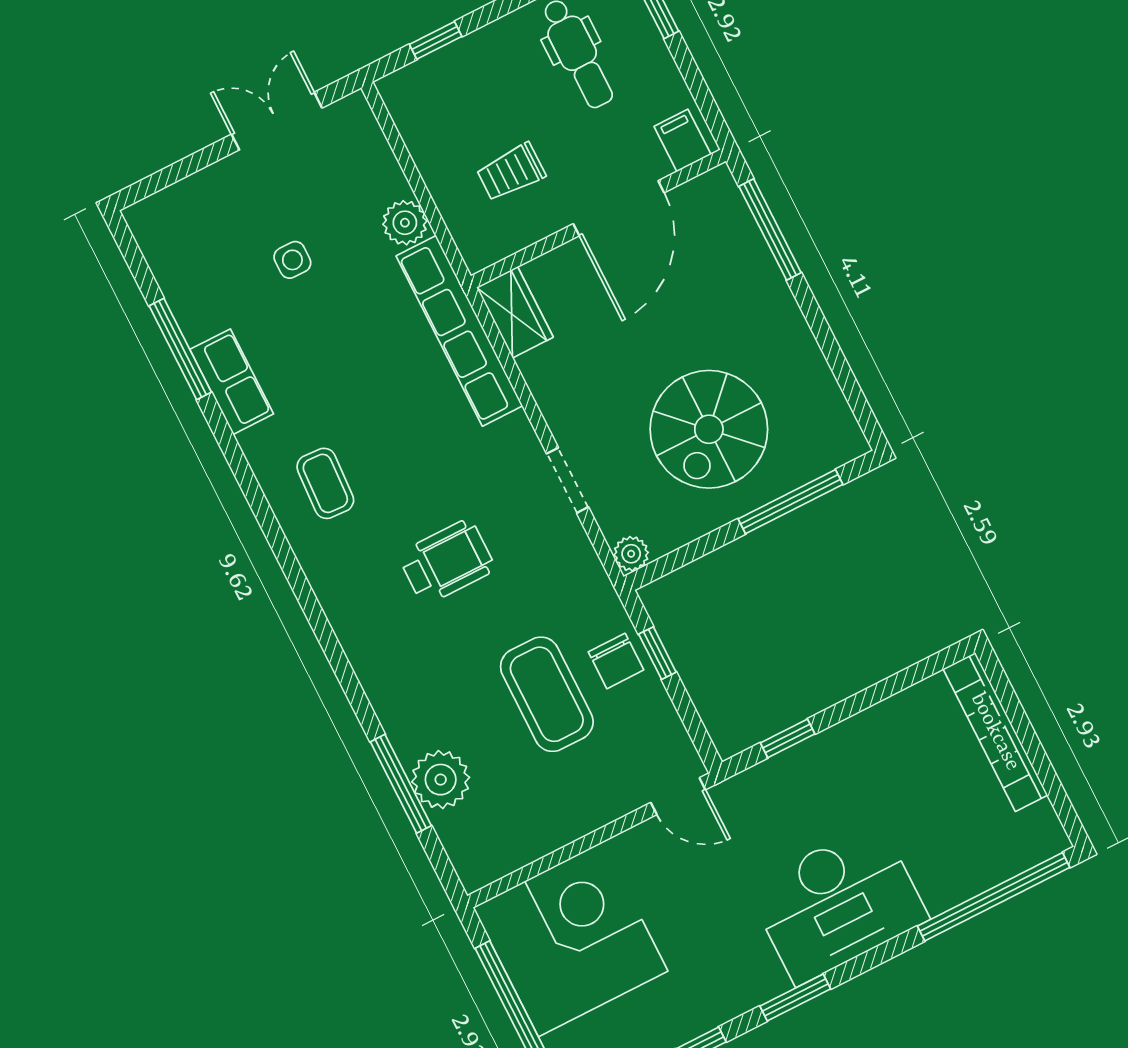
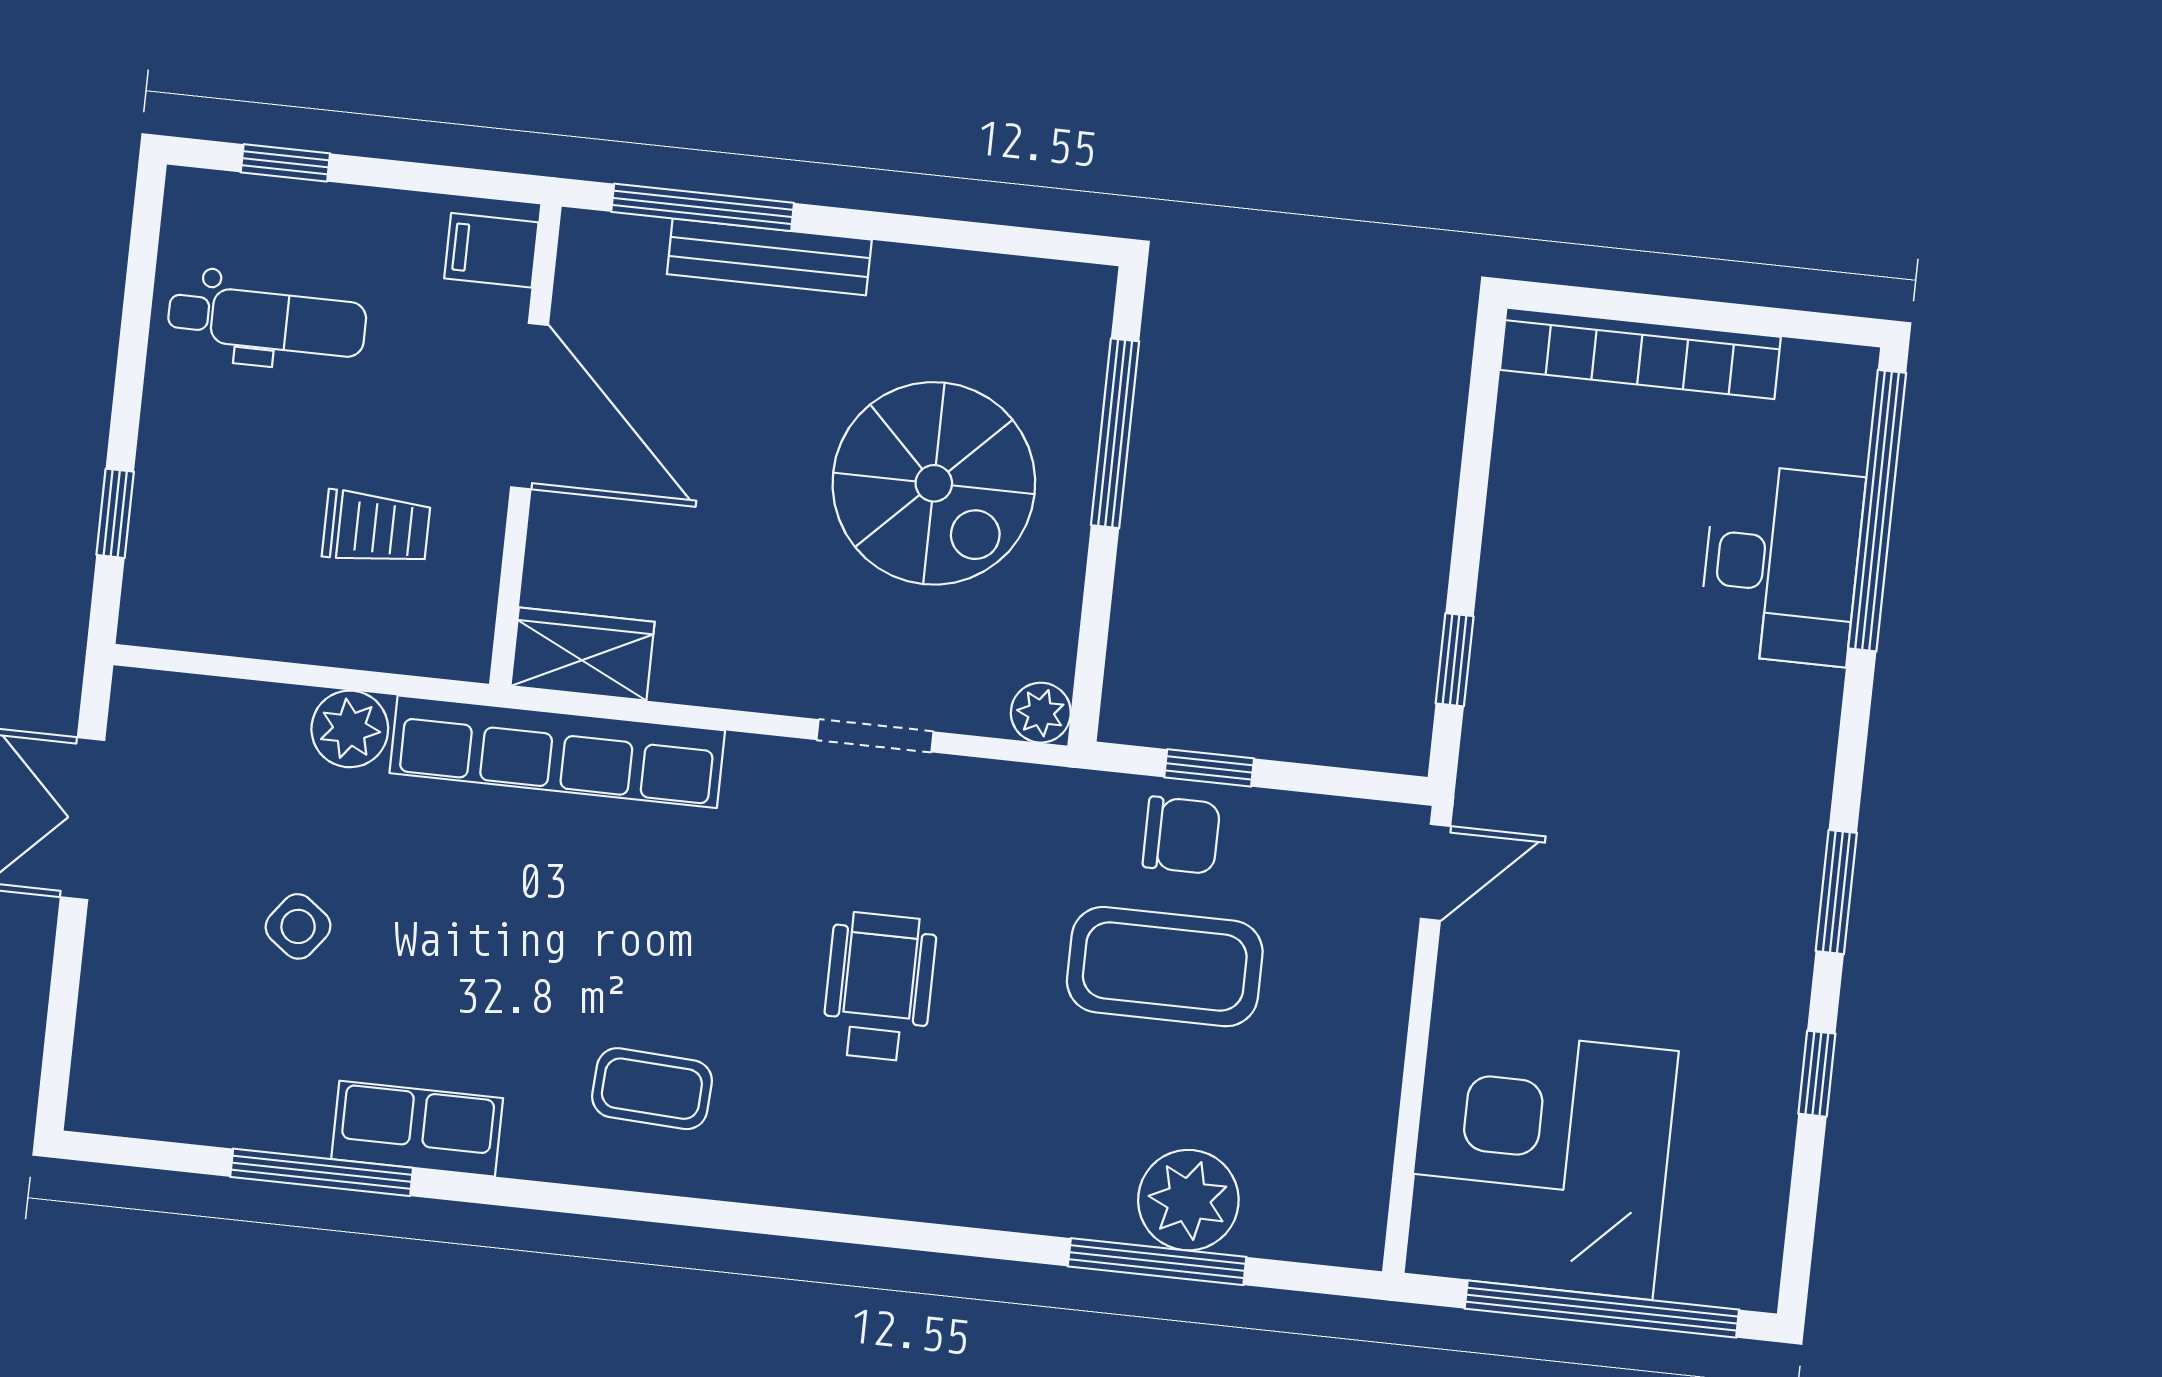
trolley: (511, 172) -> (376, 528), turned -90
side table: (292, 260) -> (298, 926), turned 37
bench: (767, 278) -> (769, 257), added
desk: (838, 903) -> (1781, 565), moved, width x0.73, depth x0.77

